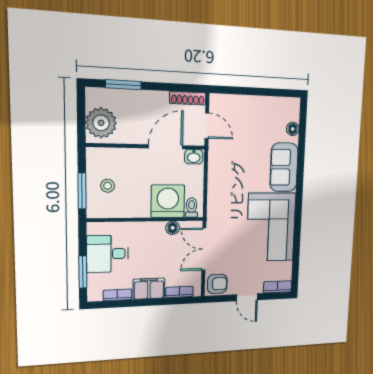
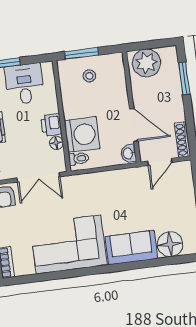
floor lamp: (293, 129) -> (170, 244), width x1.89, depth x1.89
printer: (154, 231) -> (51, 125), added
double door: (204, 249) -> (39, 177), swing flipped

